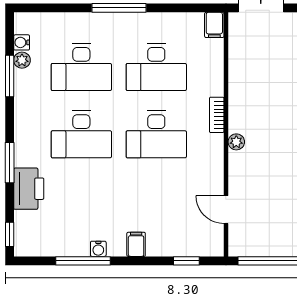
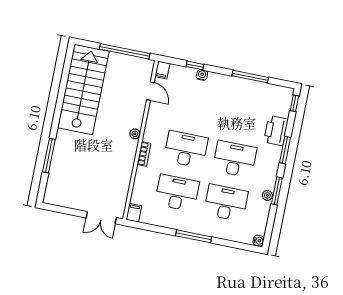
water cooler: (22, 42) -> (259, 241), moved
plant: (22, 60) -> (267, 195), moved
window: (10, 76) -> (277, 191), moved
filing cabinet: (136, 244) -> (162, 70), moved
water cooler: (98, 249) -> (202, 75), moved
window: (186, 261) -> (195, 65), moved

